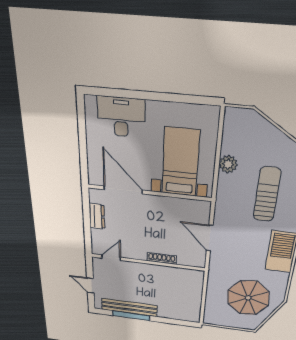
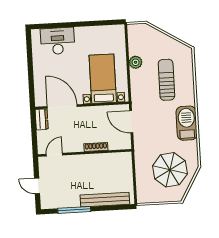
bed with nightstands: (180, 162) -> (103, 79), moved
door: (123, 190) -> (62, 107), moved
wall: (149, 193) -> (82, 105), moved
bench: (129, 307) -> (105, 200), moved

